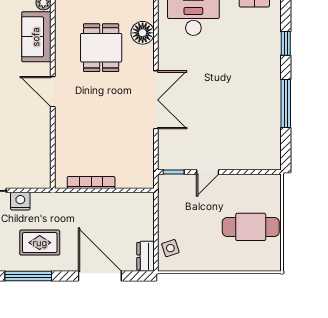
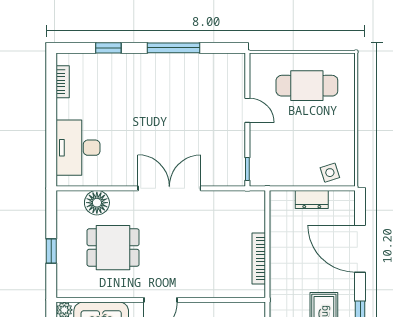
door: (208, 172) -> (247, 110), moved
cafe table: (251, 227) -> (307, 86), turned 90
dresser: (146, 256) -> (312, 199), moved
door: (100, 276) -> (360, 249), hinge flipped

